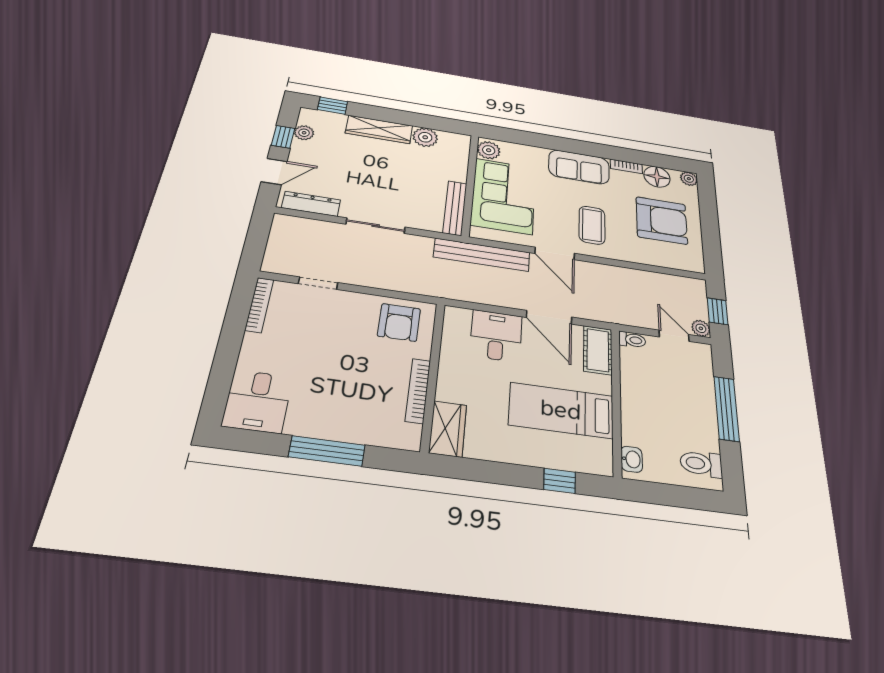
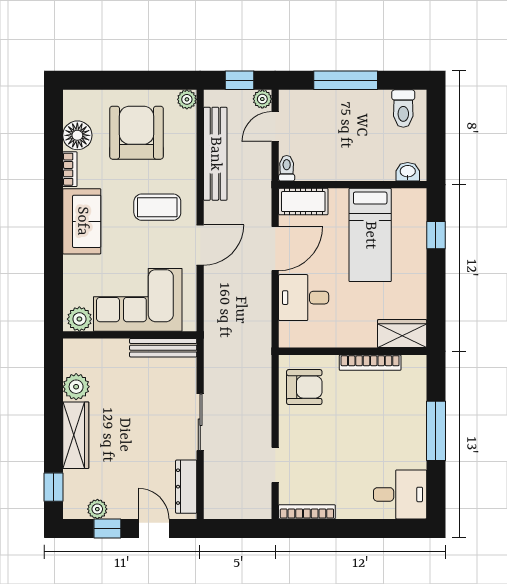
plant: (689, 179) -> (187, 99), moved
bench: (482, 255) -> (215, 154), moved

